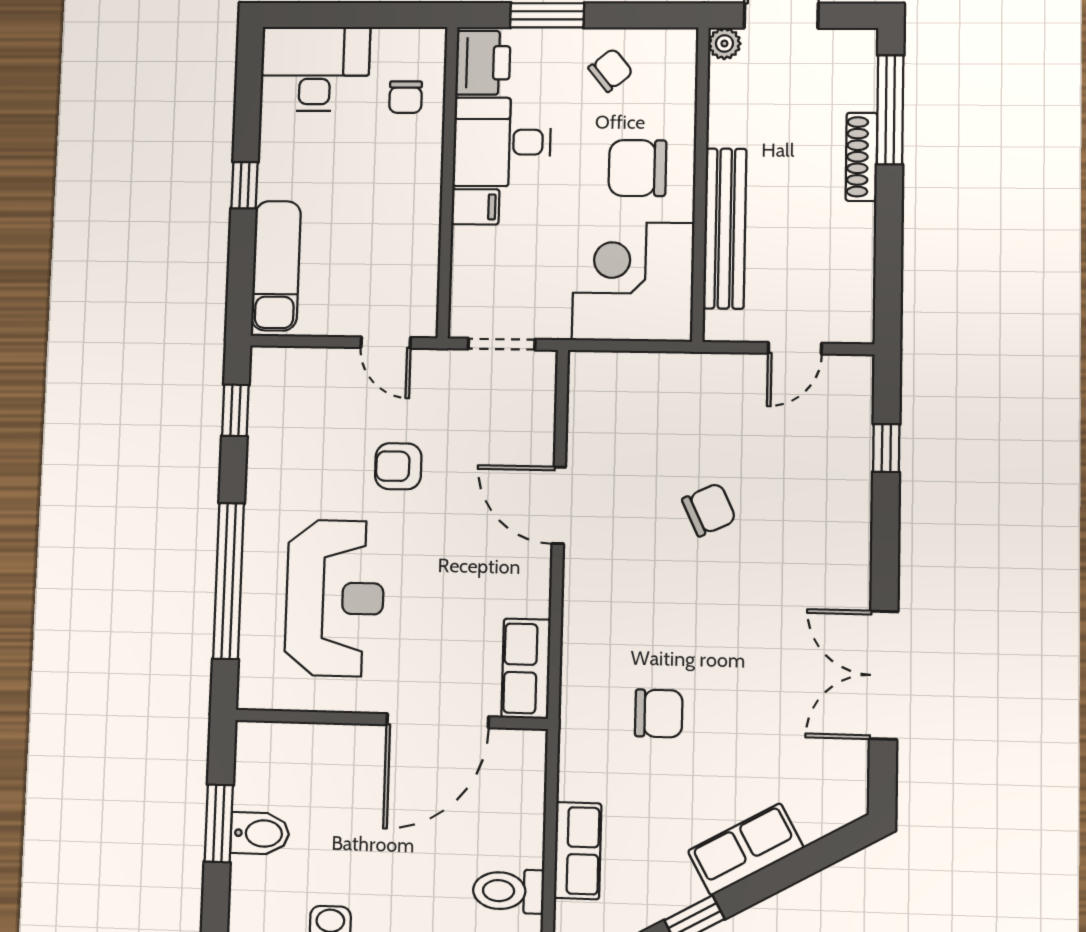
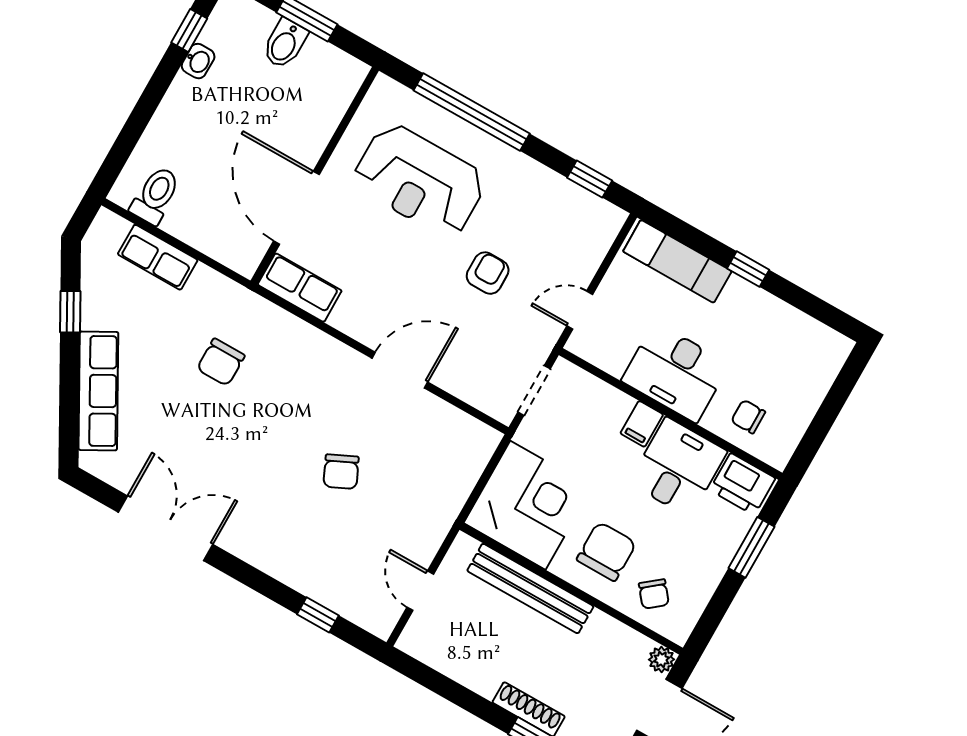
desk: (315, 69) -> (676, 372), moved, turned 90
chair: (611, 70) -> (654, 594), moved
row of seats: (746, 849) -> (98, 391), width x1.48

